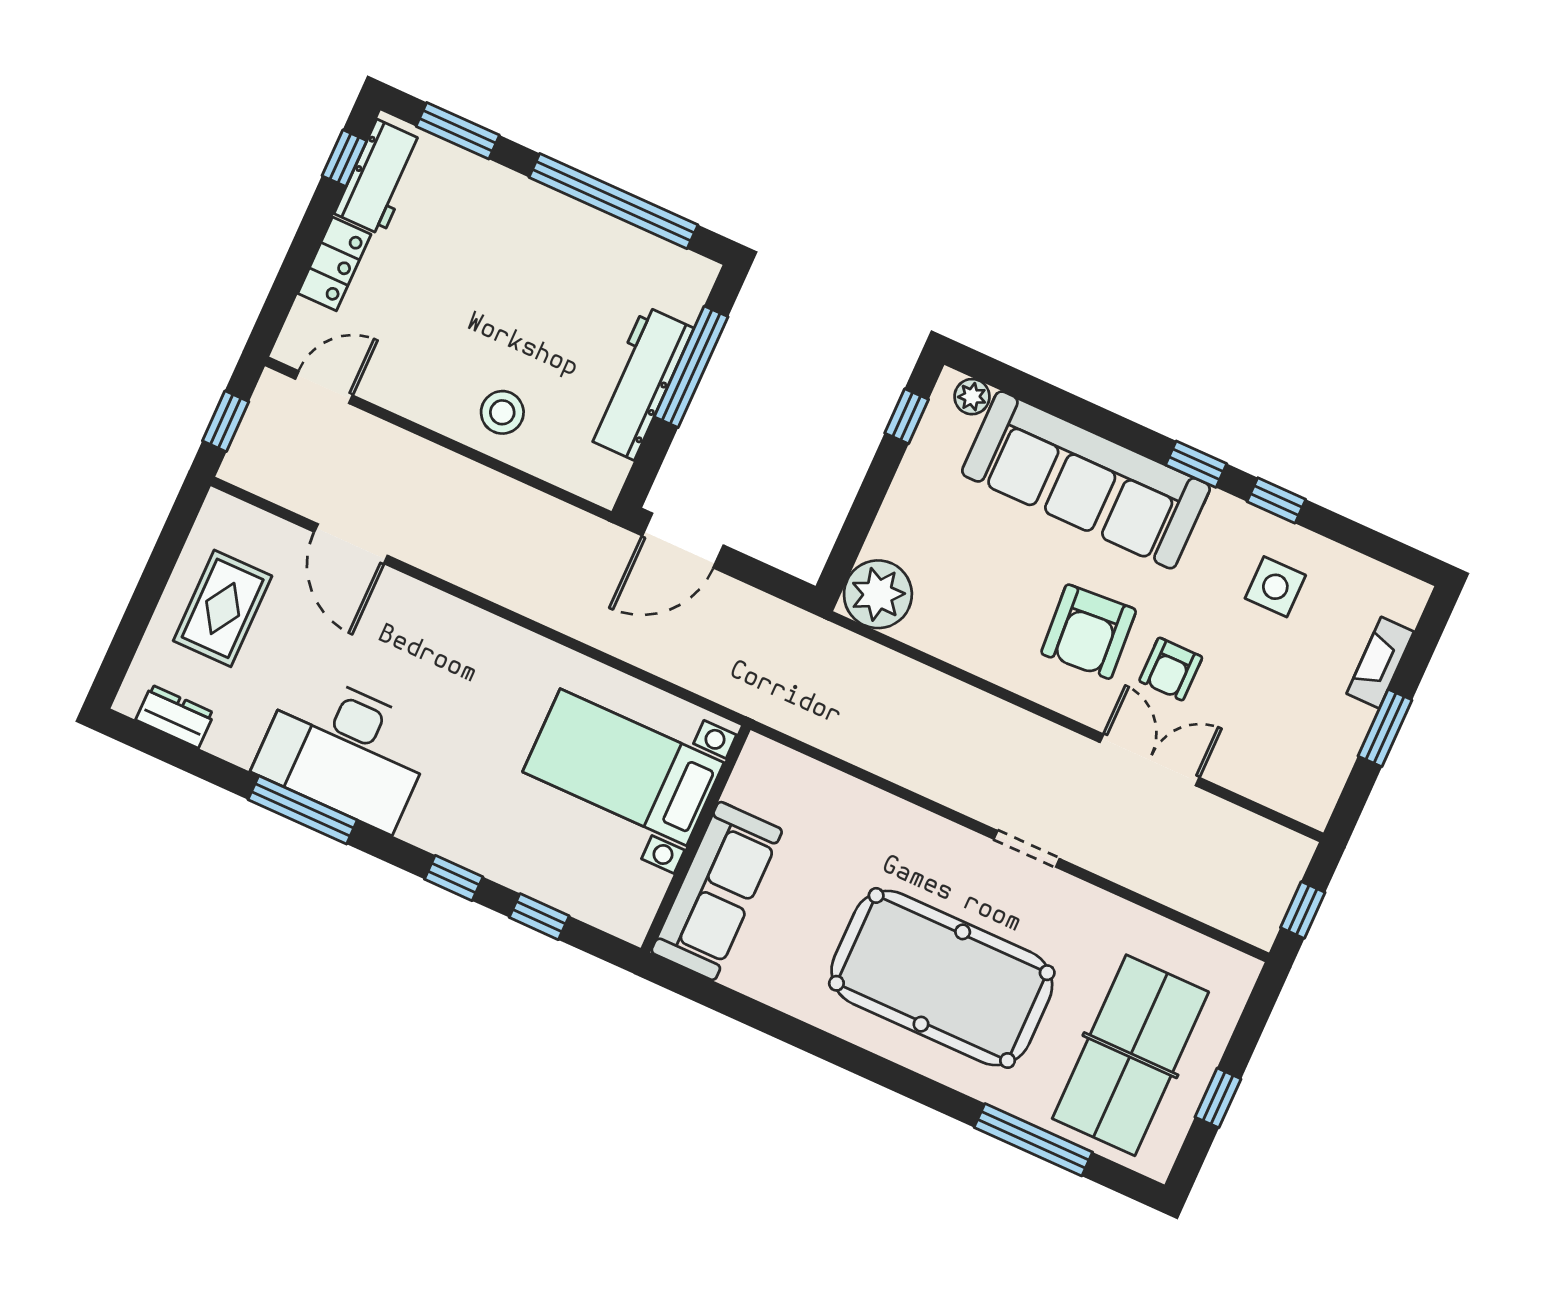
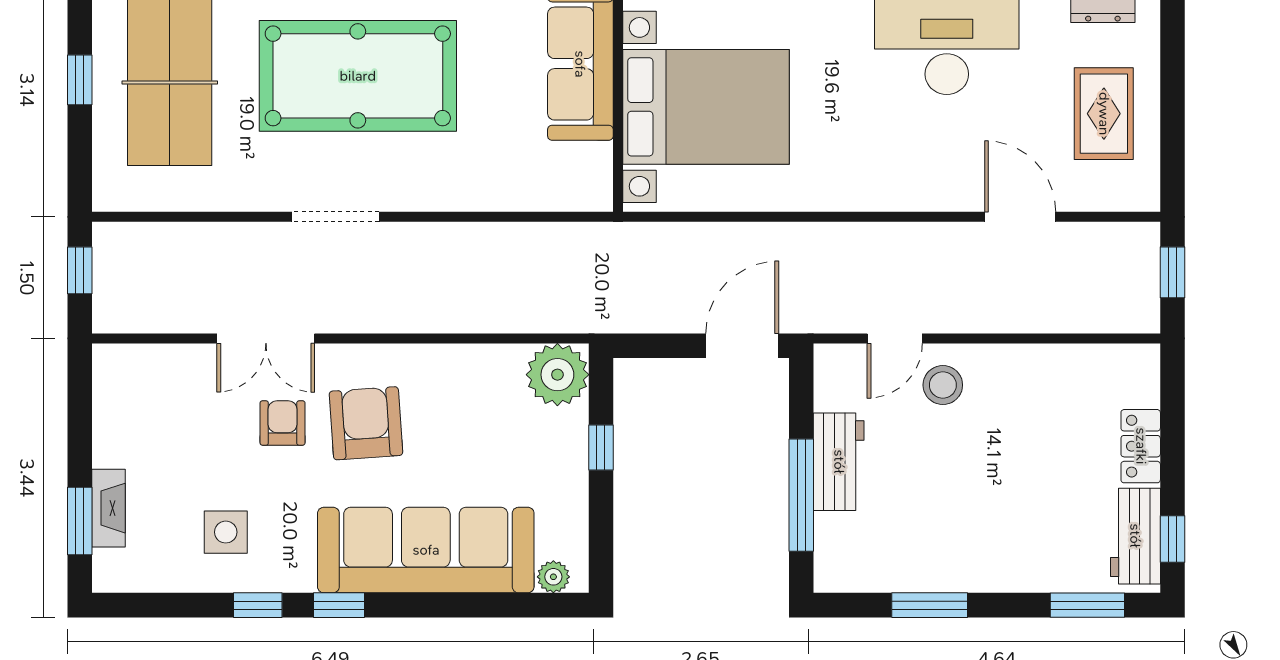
window: (613, 201) -> (930, 605), width x0.47
workbench: (639, 383) -> (839, 462), width x0.73
door: (324, 387) -> (895, 338), moved
window: (907, 416) -> (601, 448), moved
window: (1385, 728) -> (80, 521), moved
bed with nightstands: (623, 767) -> (706, 107), width x1.36
doorway: (1027, 849) -> (335, 217), width x1.38

